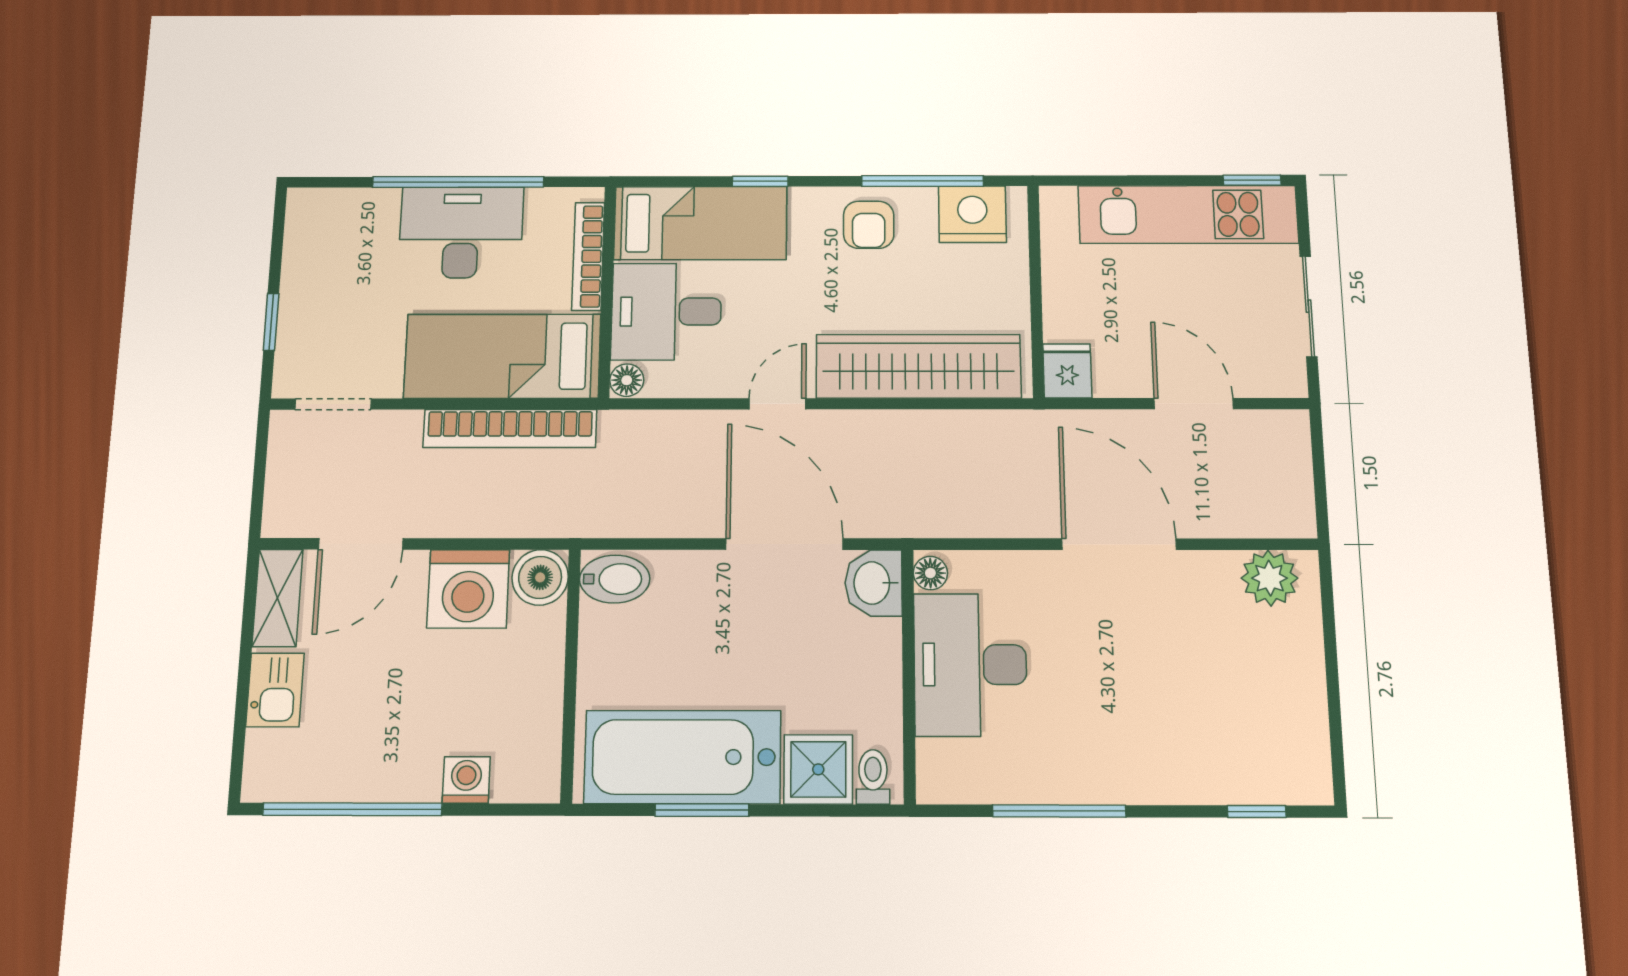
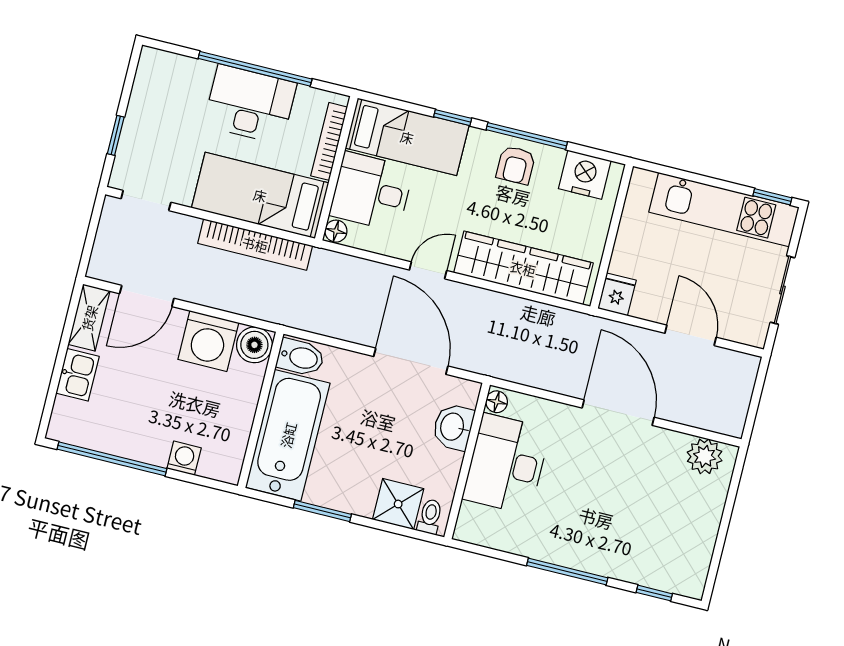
window: (923, 181) -> (527, 136), moved
washbasin: (874, 583) -> (453, 427), moved
bathtub: (683, 757) -> (288, 435), moved, turned 90
window: (1059, 811) -> (567, 572), moved

